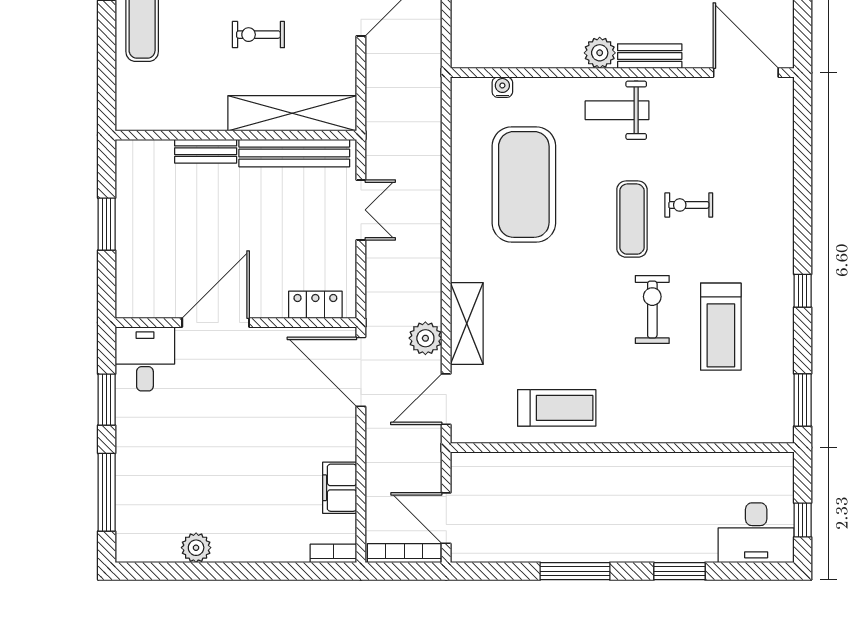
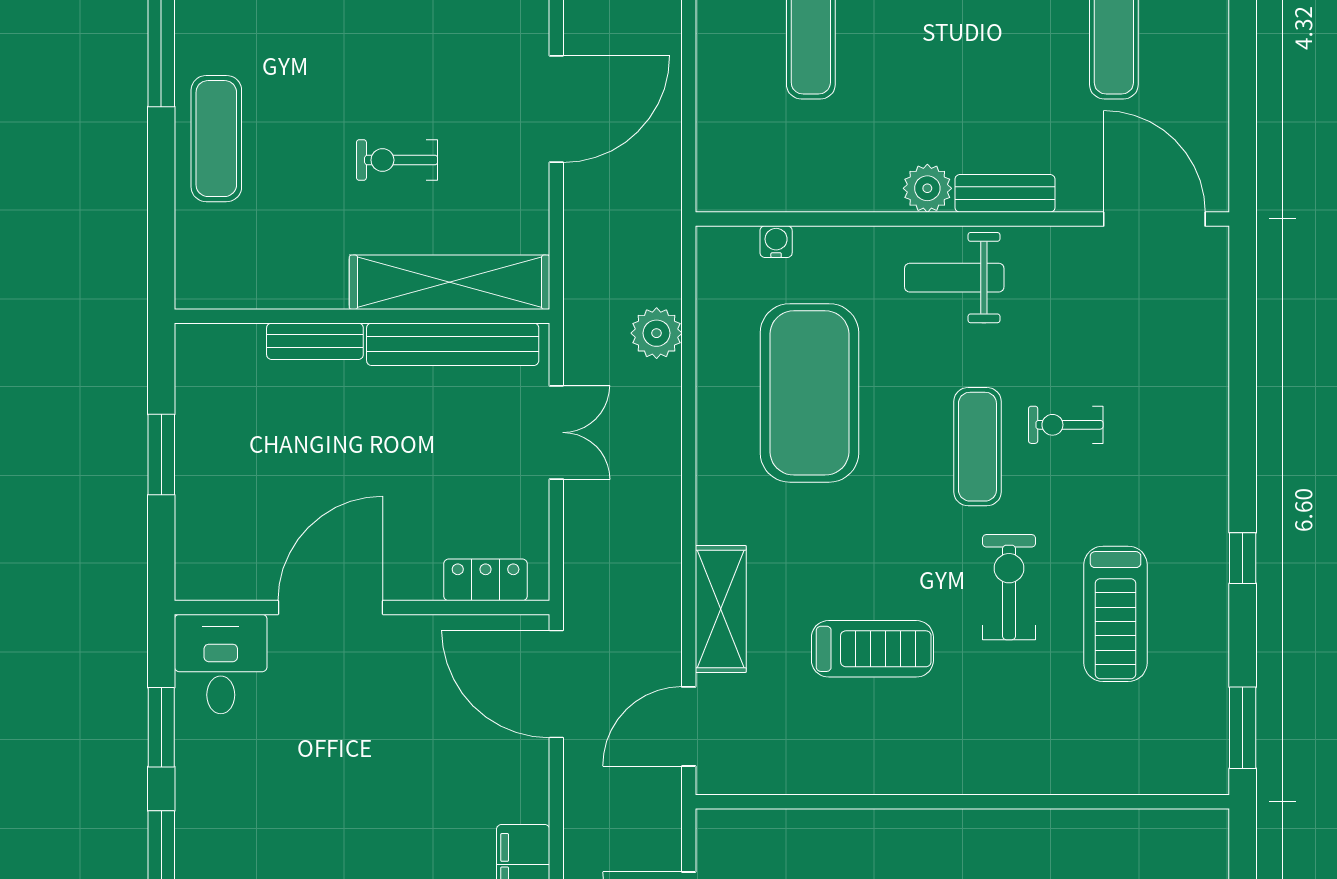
plant: (425, 338) -> (657, 333), moved
treadmill: (557, 408) -> (872, 649), moved

